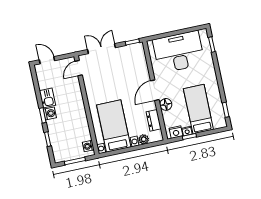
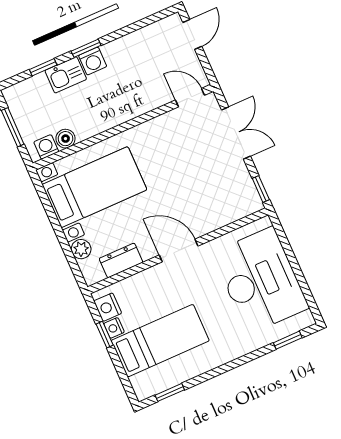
kitchen sink: (47, 98) -> (66, 75), moved
floor lamp: (166, 104) -> (156, 277), removed
boiler: (86, 135) -> (65, 139), added

